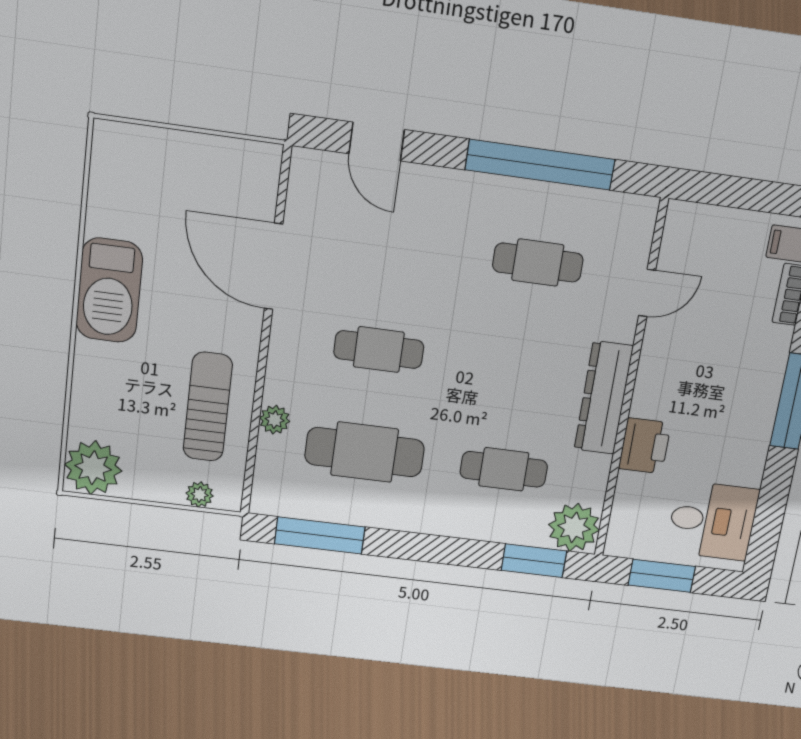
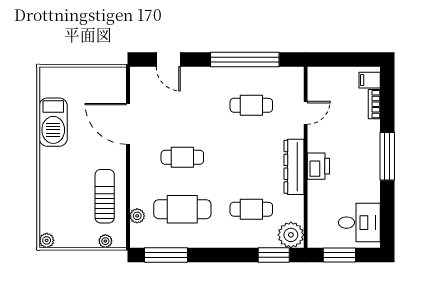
barbecue: (109, 290) -> (53, 122), moved
plant: (275, 420) -> (137, 216), moved
printer: (645, 446) -> (318, 166), moved
plant: (93, 468) -> (47, 240), width x0.53, depth x0.53

